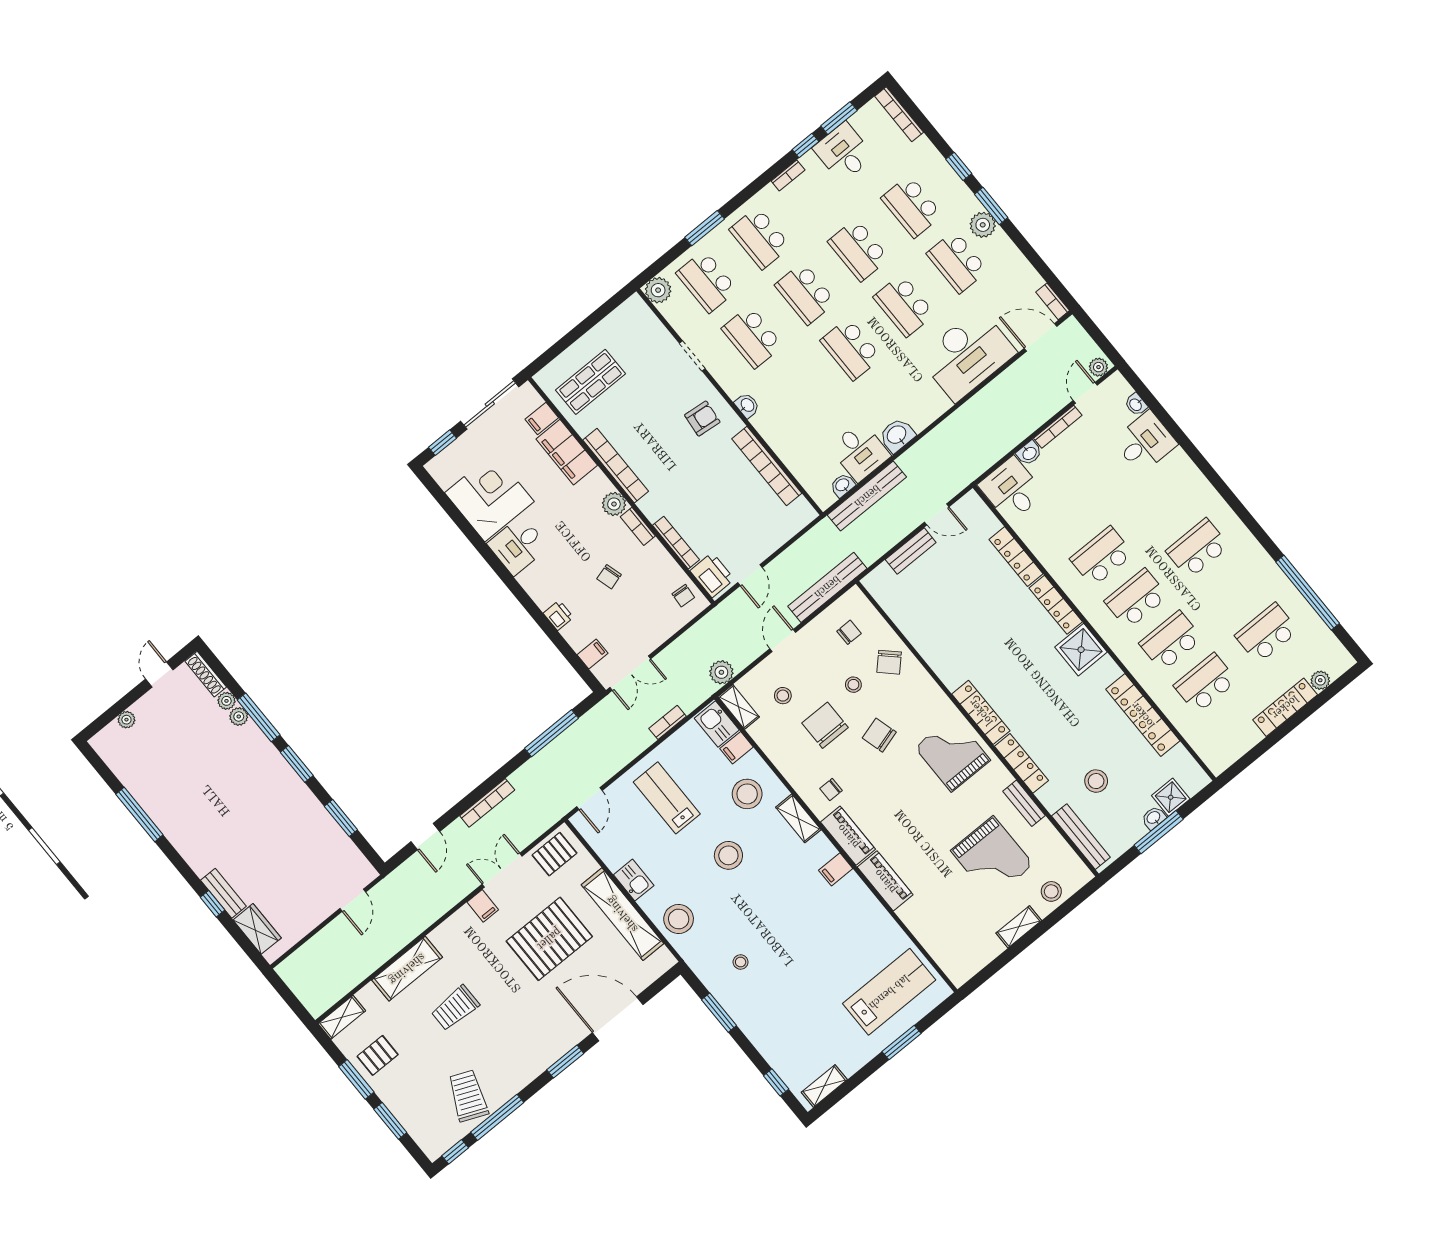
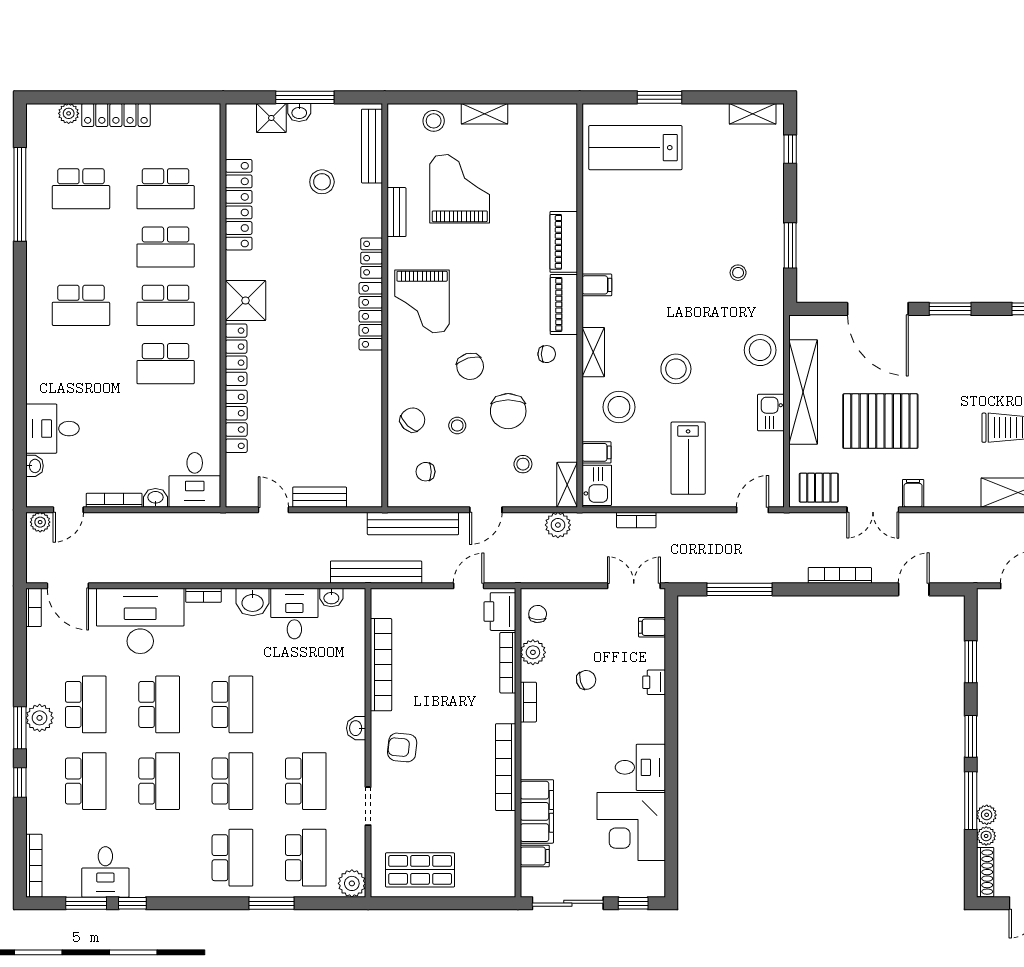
bookcase: (788, 176) -> (203, 595), moved, turned 180
shop shelf: (591, 382) -> (420, 870), moved
bench: (867, 496) -> (376, 572), moved
plant: (614, 504) -> (533, 652), moved
locker: (1021, 763) -> (372, 258), width x0.66

